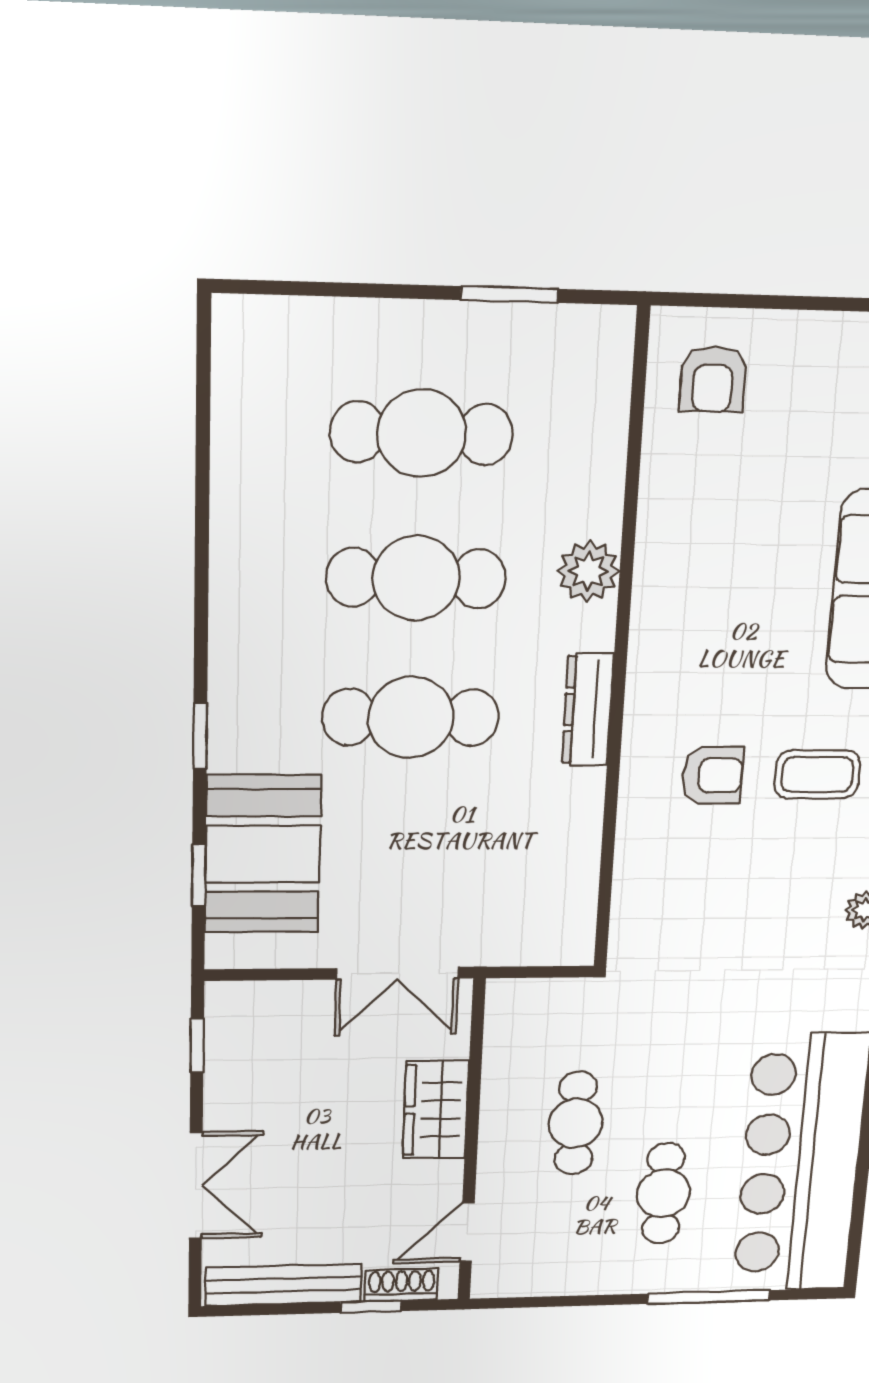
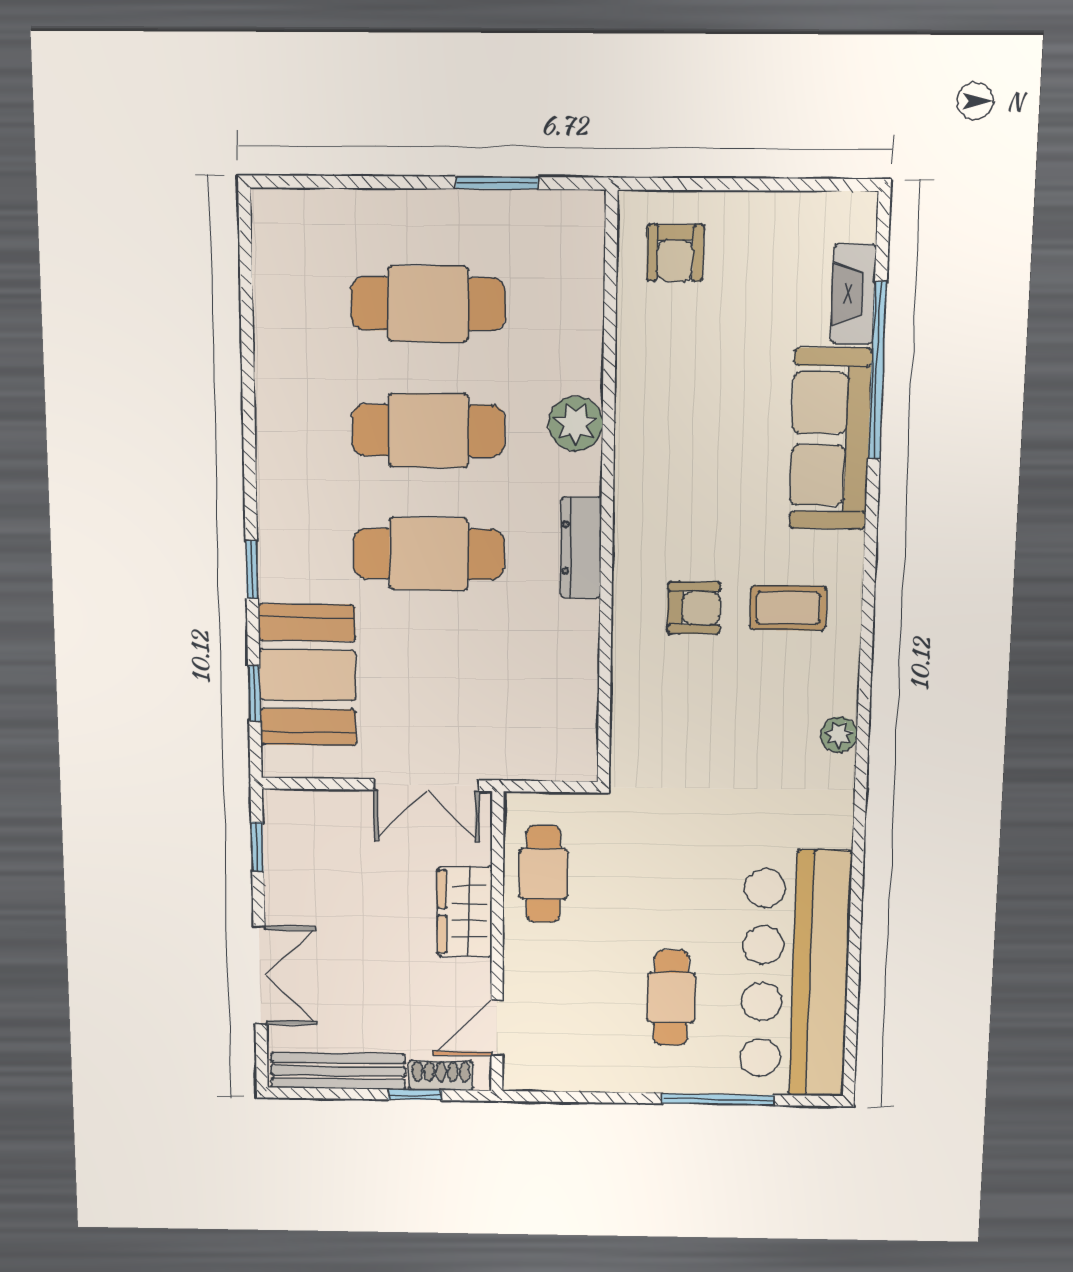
cafe table: (576, 1123) -> (543, 874), moved

